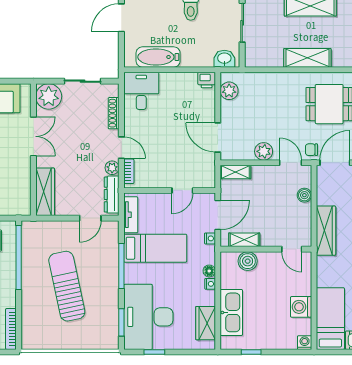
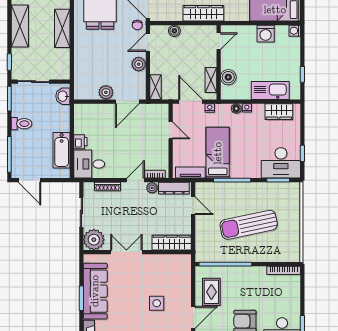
printer: (207, 80) -> (80, 142), moved
plant: (229, 91) -> (106, 92), moved
desk: (148, 317) -> (281, 163), width x0.73, depth x0.77

